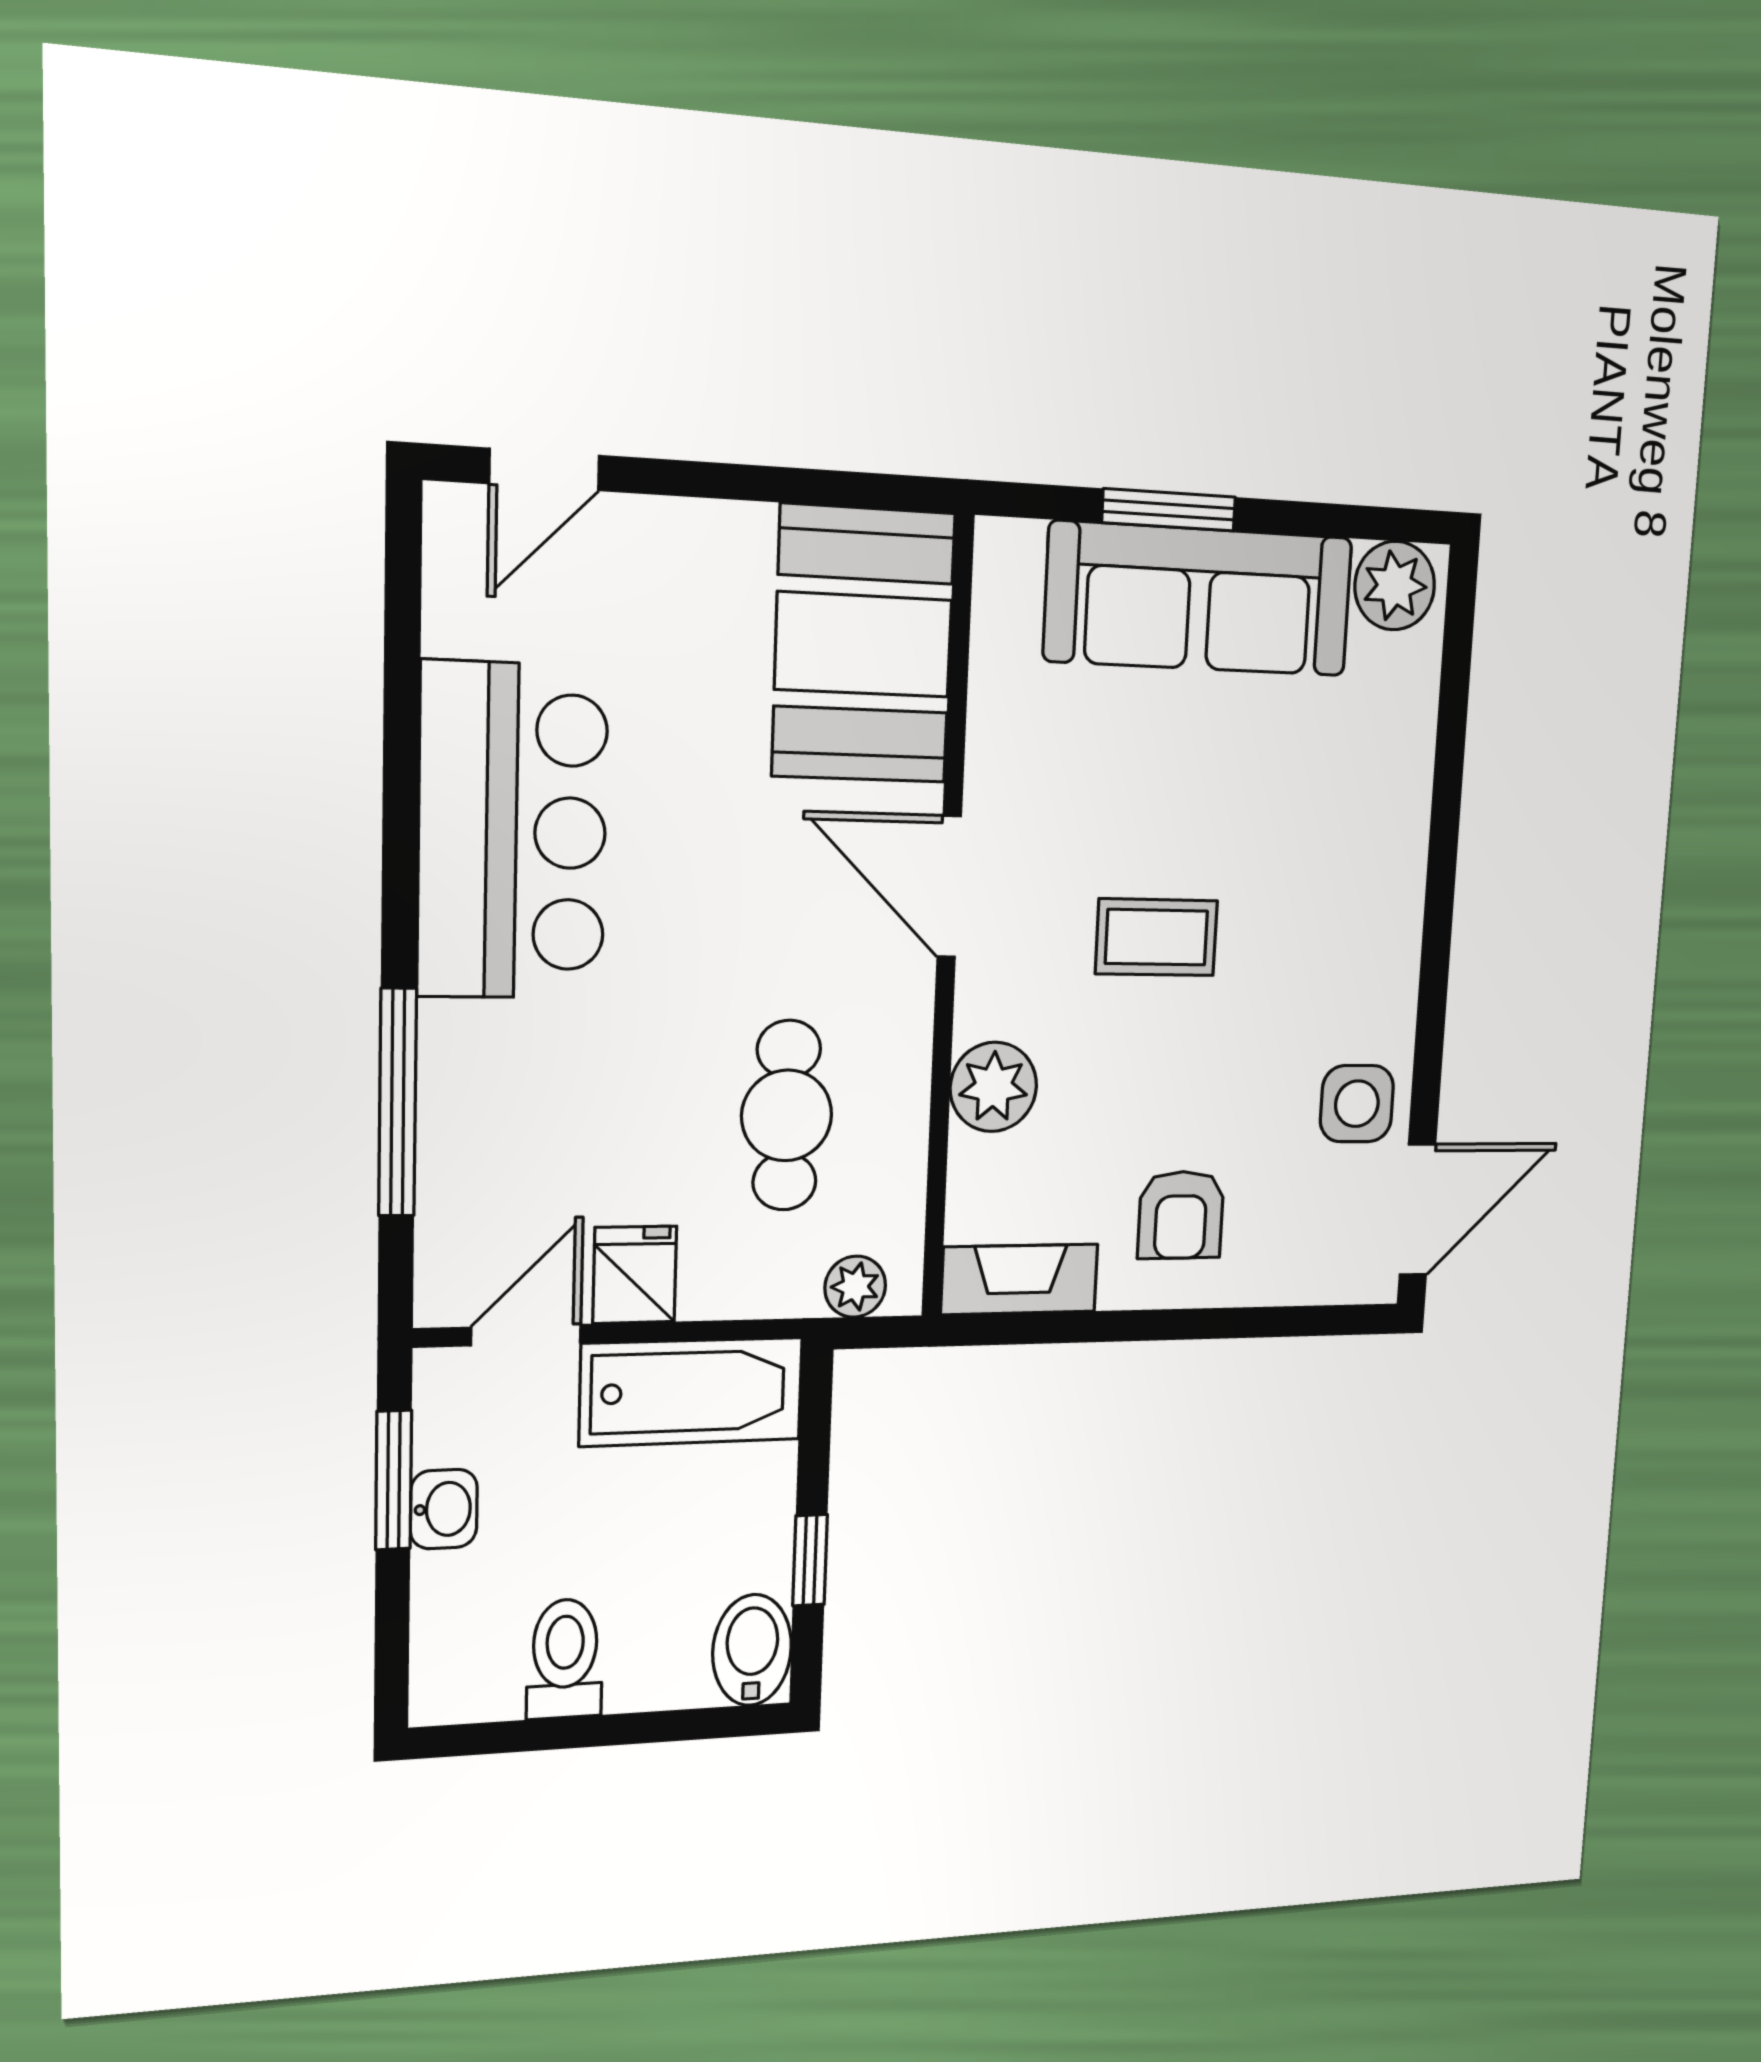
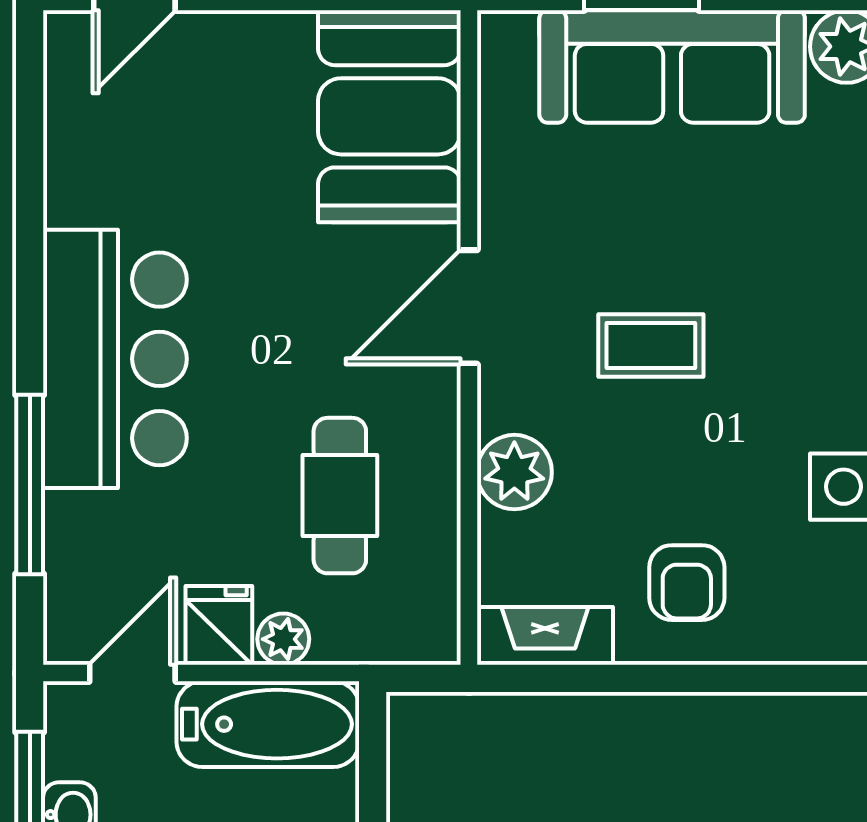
bar counter: (513, 832) -> (115, 359), moved
door: (949, 887) -> (469, 307), hinge flipped
plant: (855, 1287) -> (283, 639), moved

